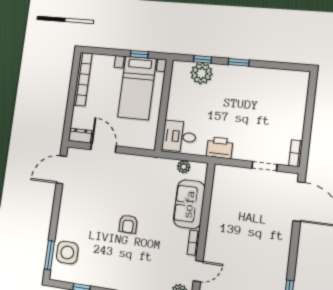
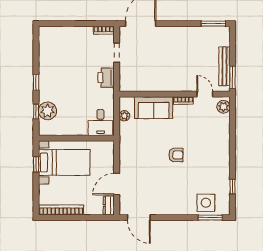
printer: (220, 148) -> (106, 78), moved

